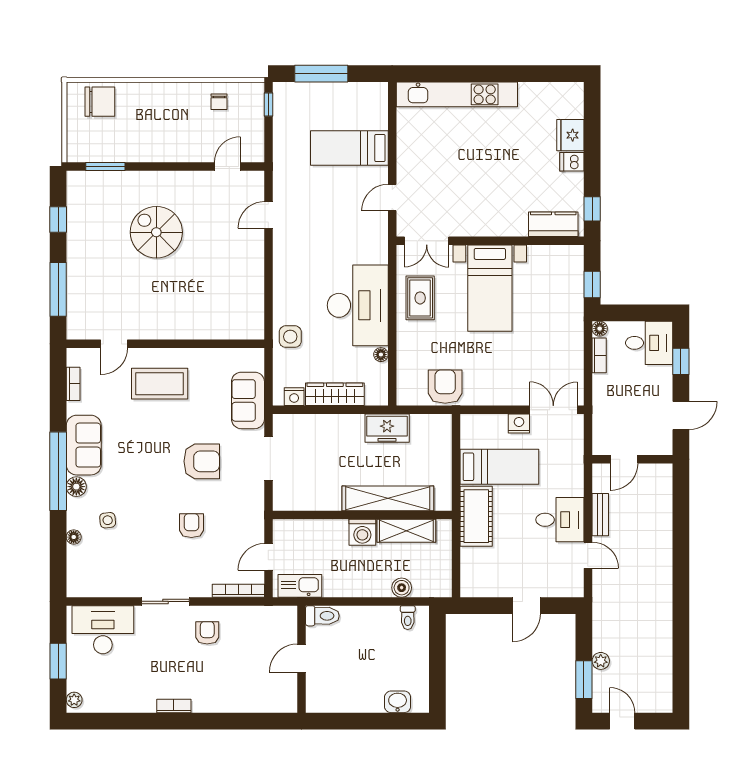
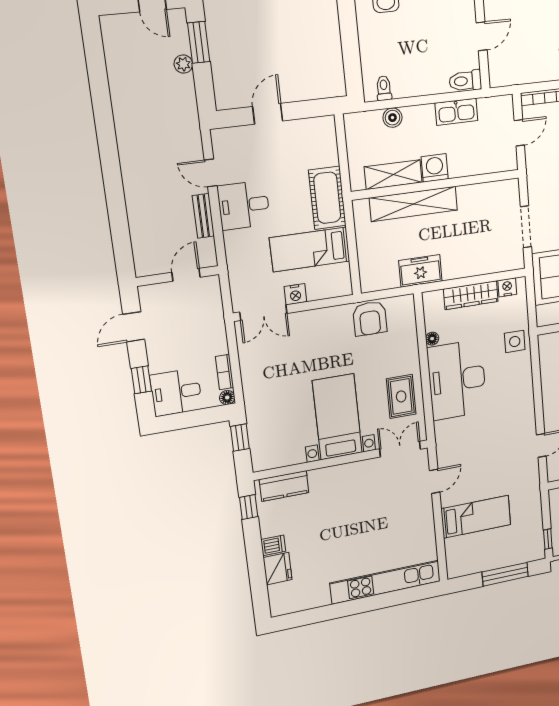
kitchen sink: (300, 586) -> (456, 112), moved

